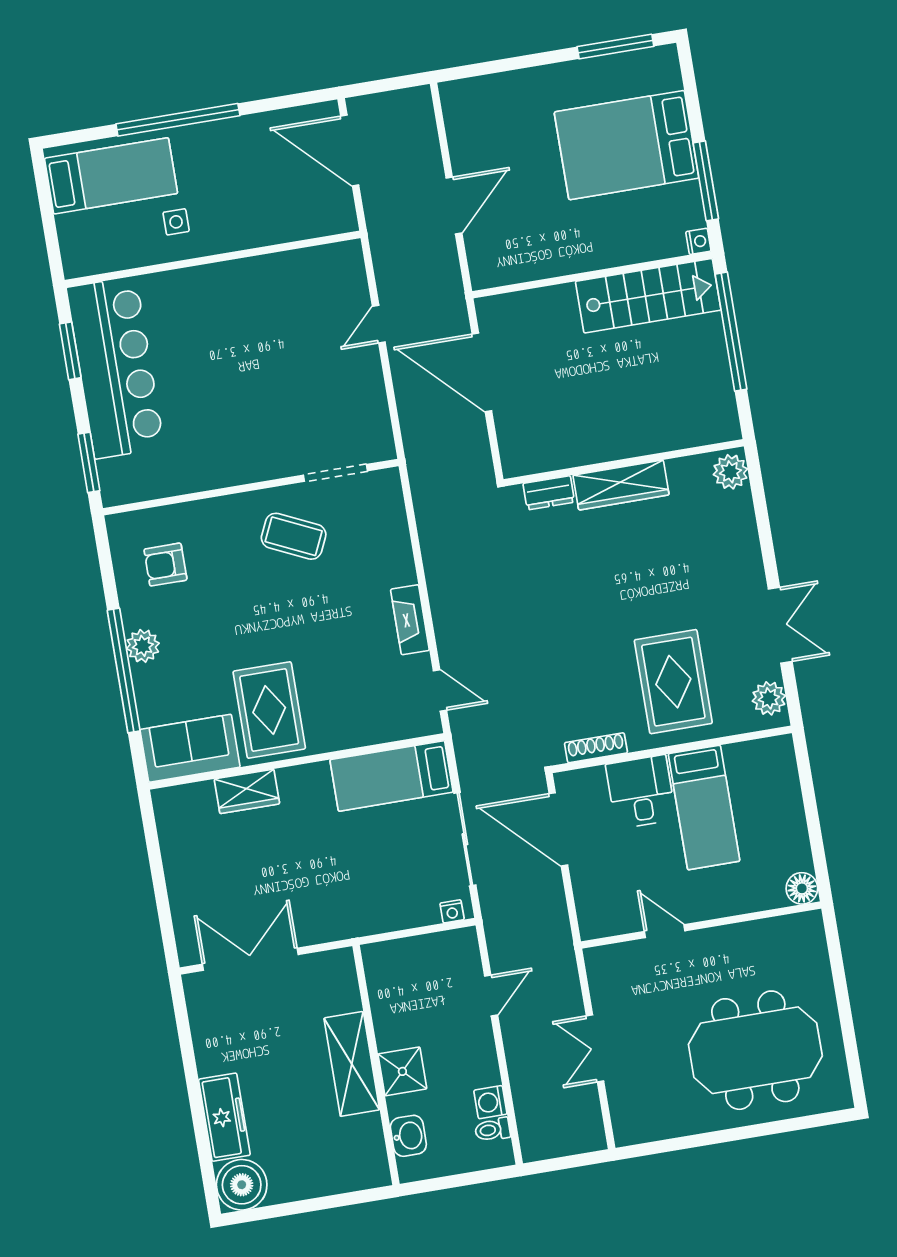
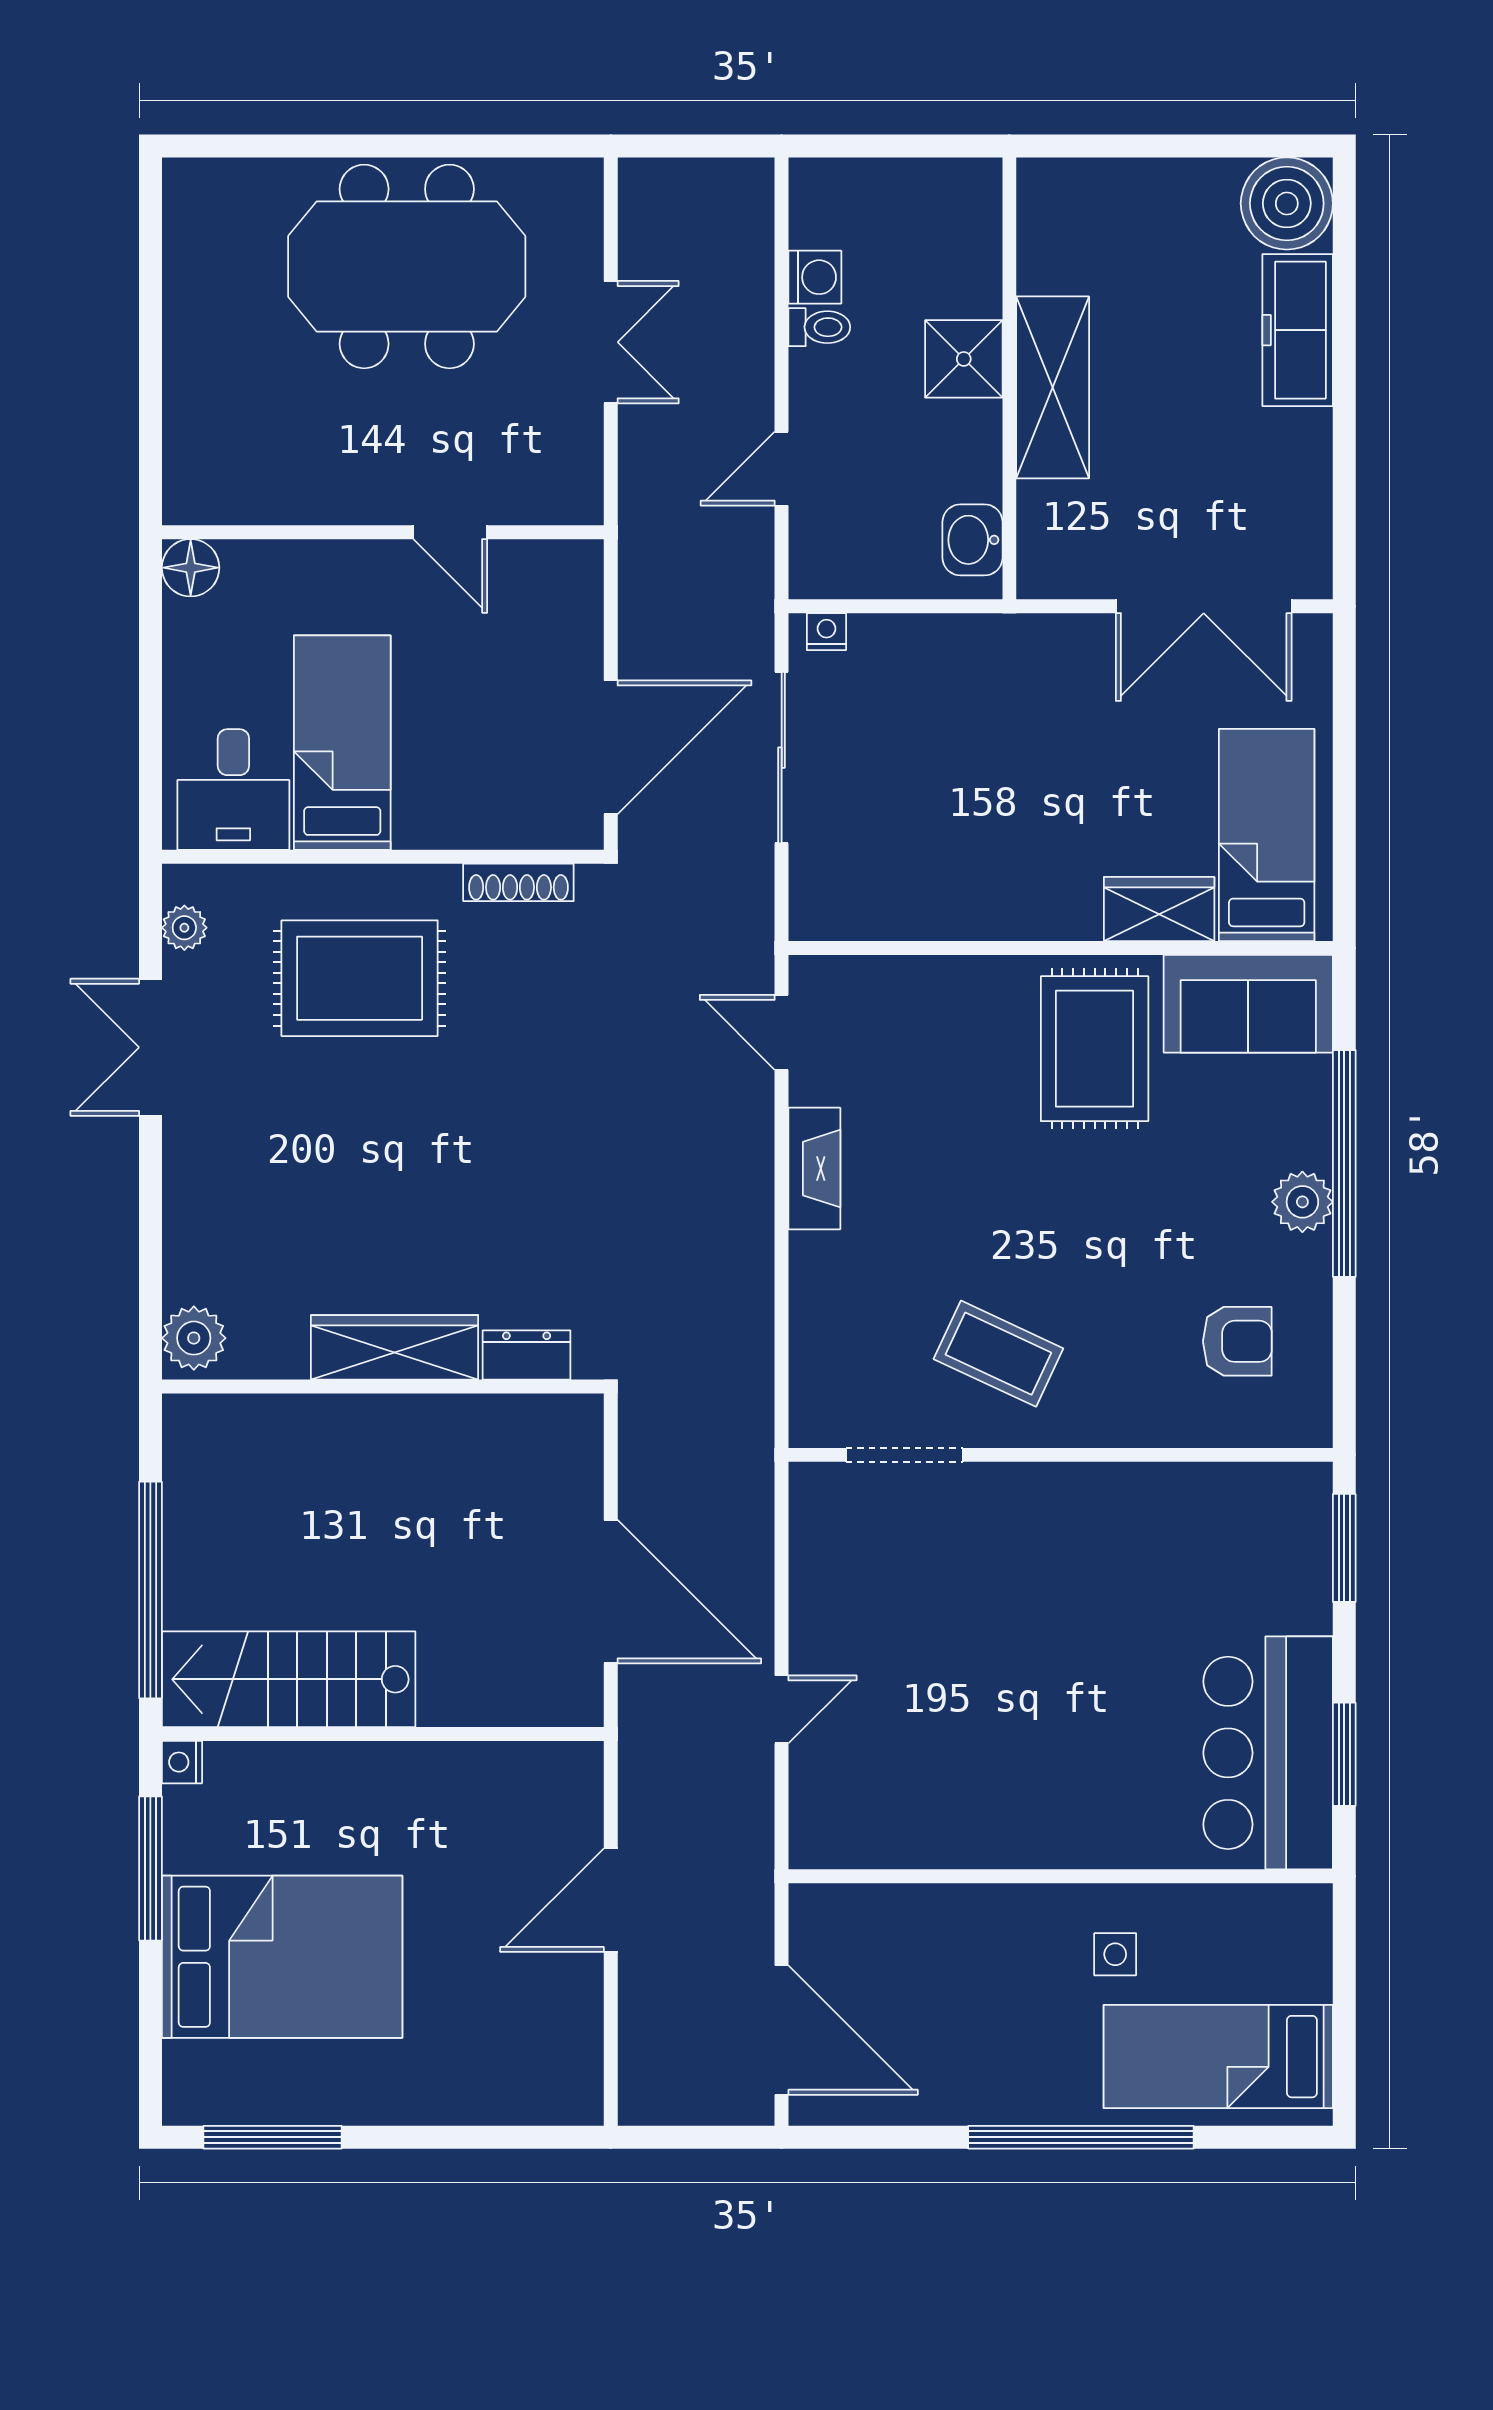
bar counter: (115, 368) -> (1268, 1753), width x0.73
rug: (673, 682) -> (360, 978), turned 90
plant: (769, 698) -> (184, 928), width x0.73, depth x0.73
bed: (392, 776) -> (1267, 835), moved, turned -90
desk: (641, 792) -> (233, 790), moved
door: (558, 829) -> (611, 747), hinge flipped
meeting table: (755, 1050) -> (407, 266), moved
toilet: (493, 1130) -> (819, 327), moved
washbasin: (408, 1136) -> (972, 540), moved

